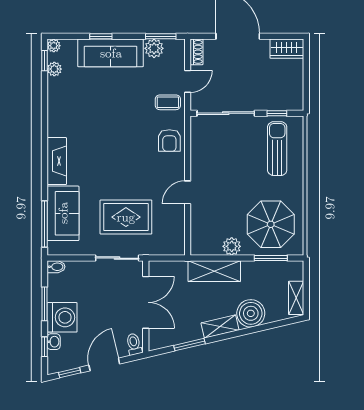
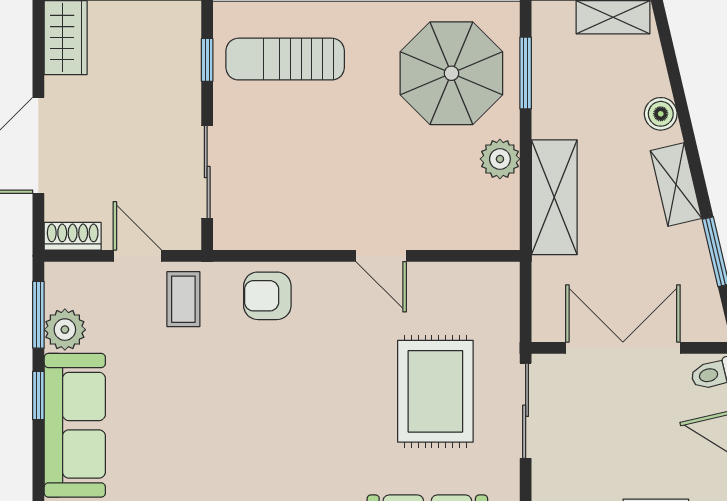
window: (101, 36) -> (38, 395), moved
sliding door: (226, 113) -> (207, 172), width x0.73
armchair: (169, 140) -> (267, 296), turned 180
boiler: (251, 313) -> (661, 114), width x0.54, depth x0.54

